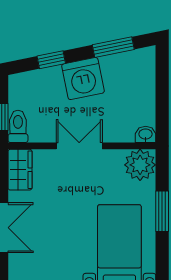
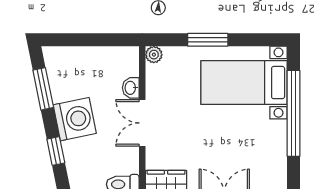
washbasin: (146, 134) -> (131, 88), moved
plant: (140, 165) -> (154, 55), width x0.53, depth x0.53

